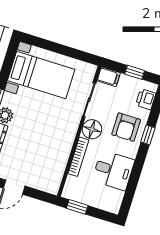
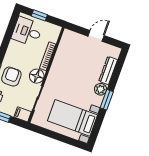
desk: (113, 170) -> (27, 32), moved
window: (77, 207) -> (39, 15), moved

